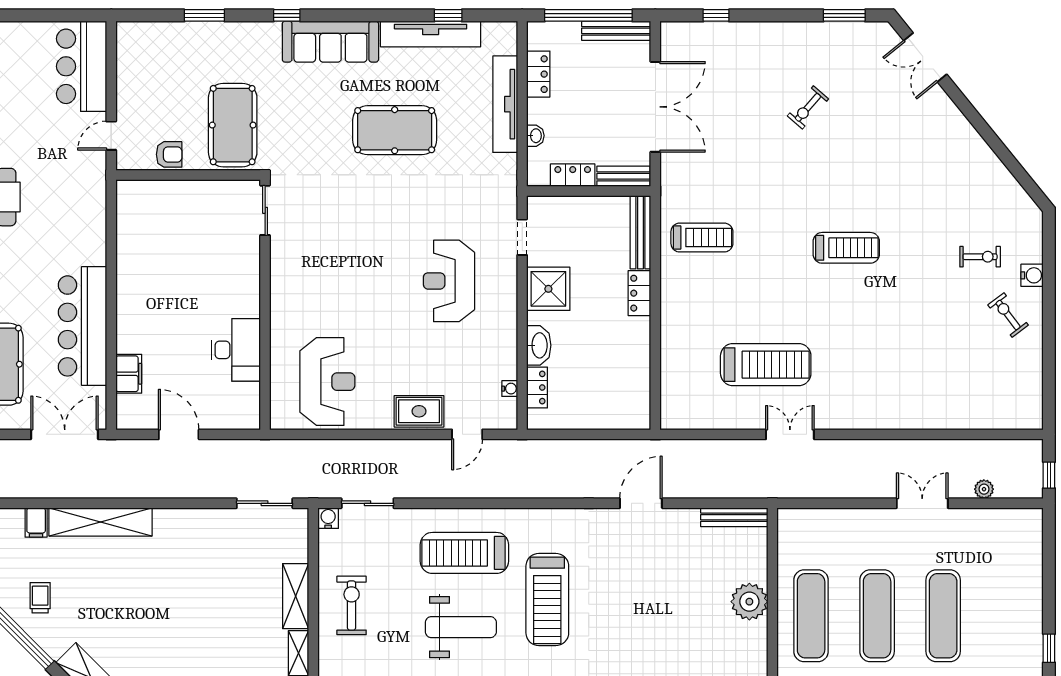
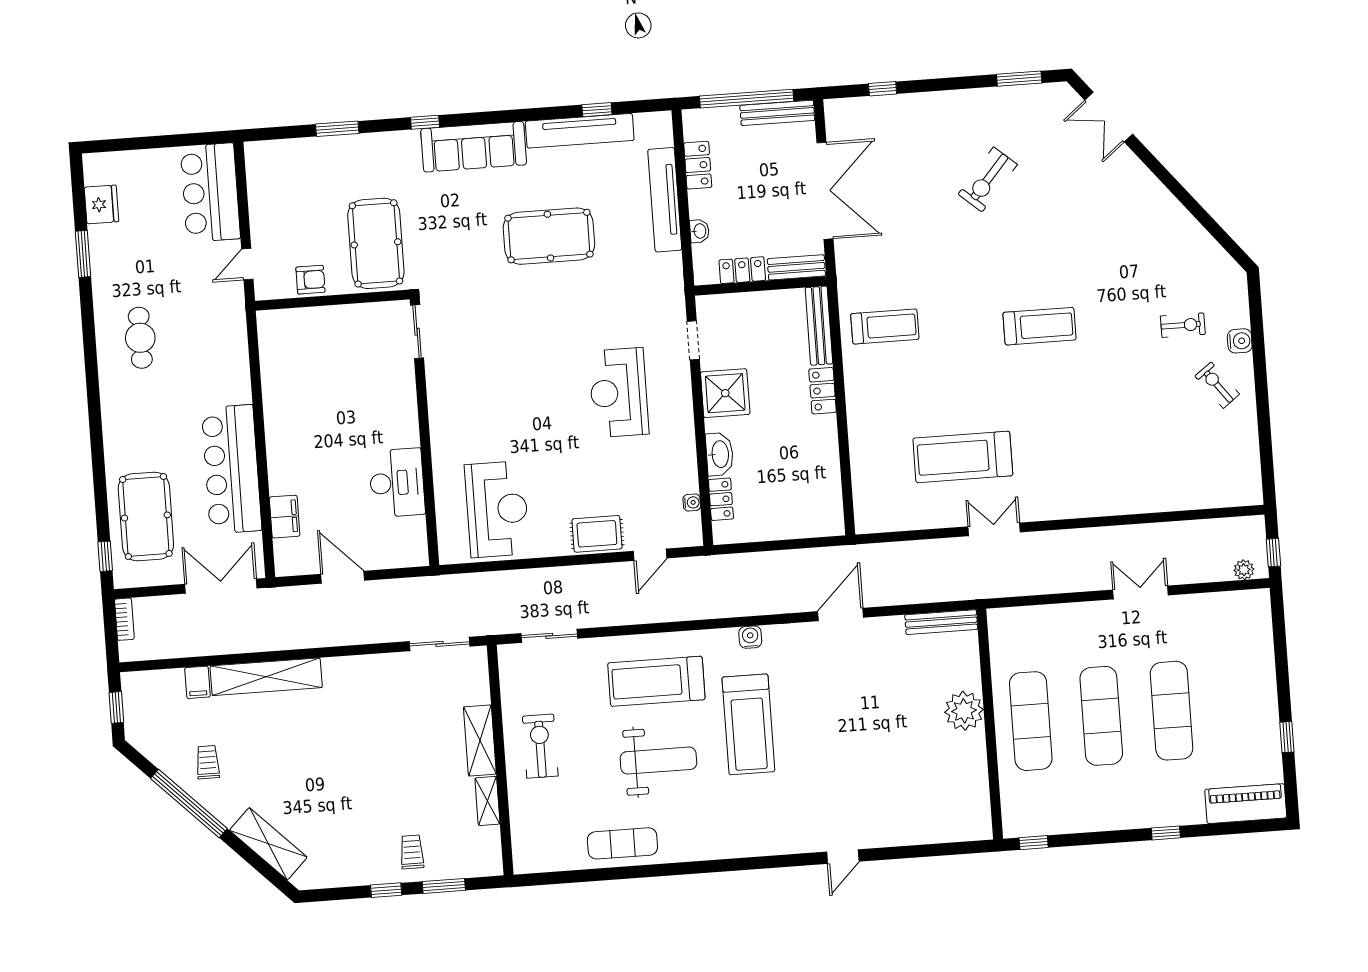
exercise bike: (808, 107) -> (988, 179), width x1.38, depth x1.39
treadmill: (766, 365) -> (963, 457), turned 180
plant: (984, 489) -> (1244, 570), moved
water cooler: (328, 518) -> (750, 637), moved

